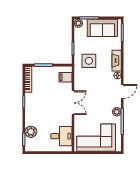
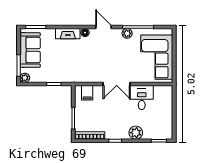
side table: (89, 61) -> (68, 66), removed
double door: (73, 103) -> (117, 84), swing flipped
plant: (31, 132) -> (136, 133), moved
desk: (61, 136) -> (142, 97), moved

